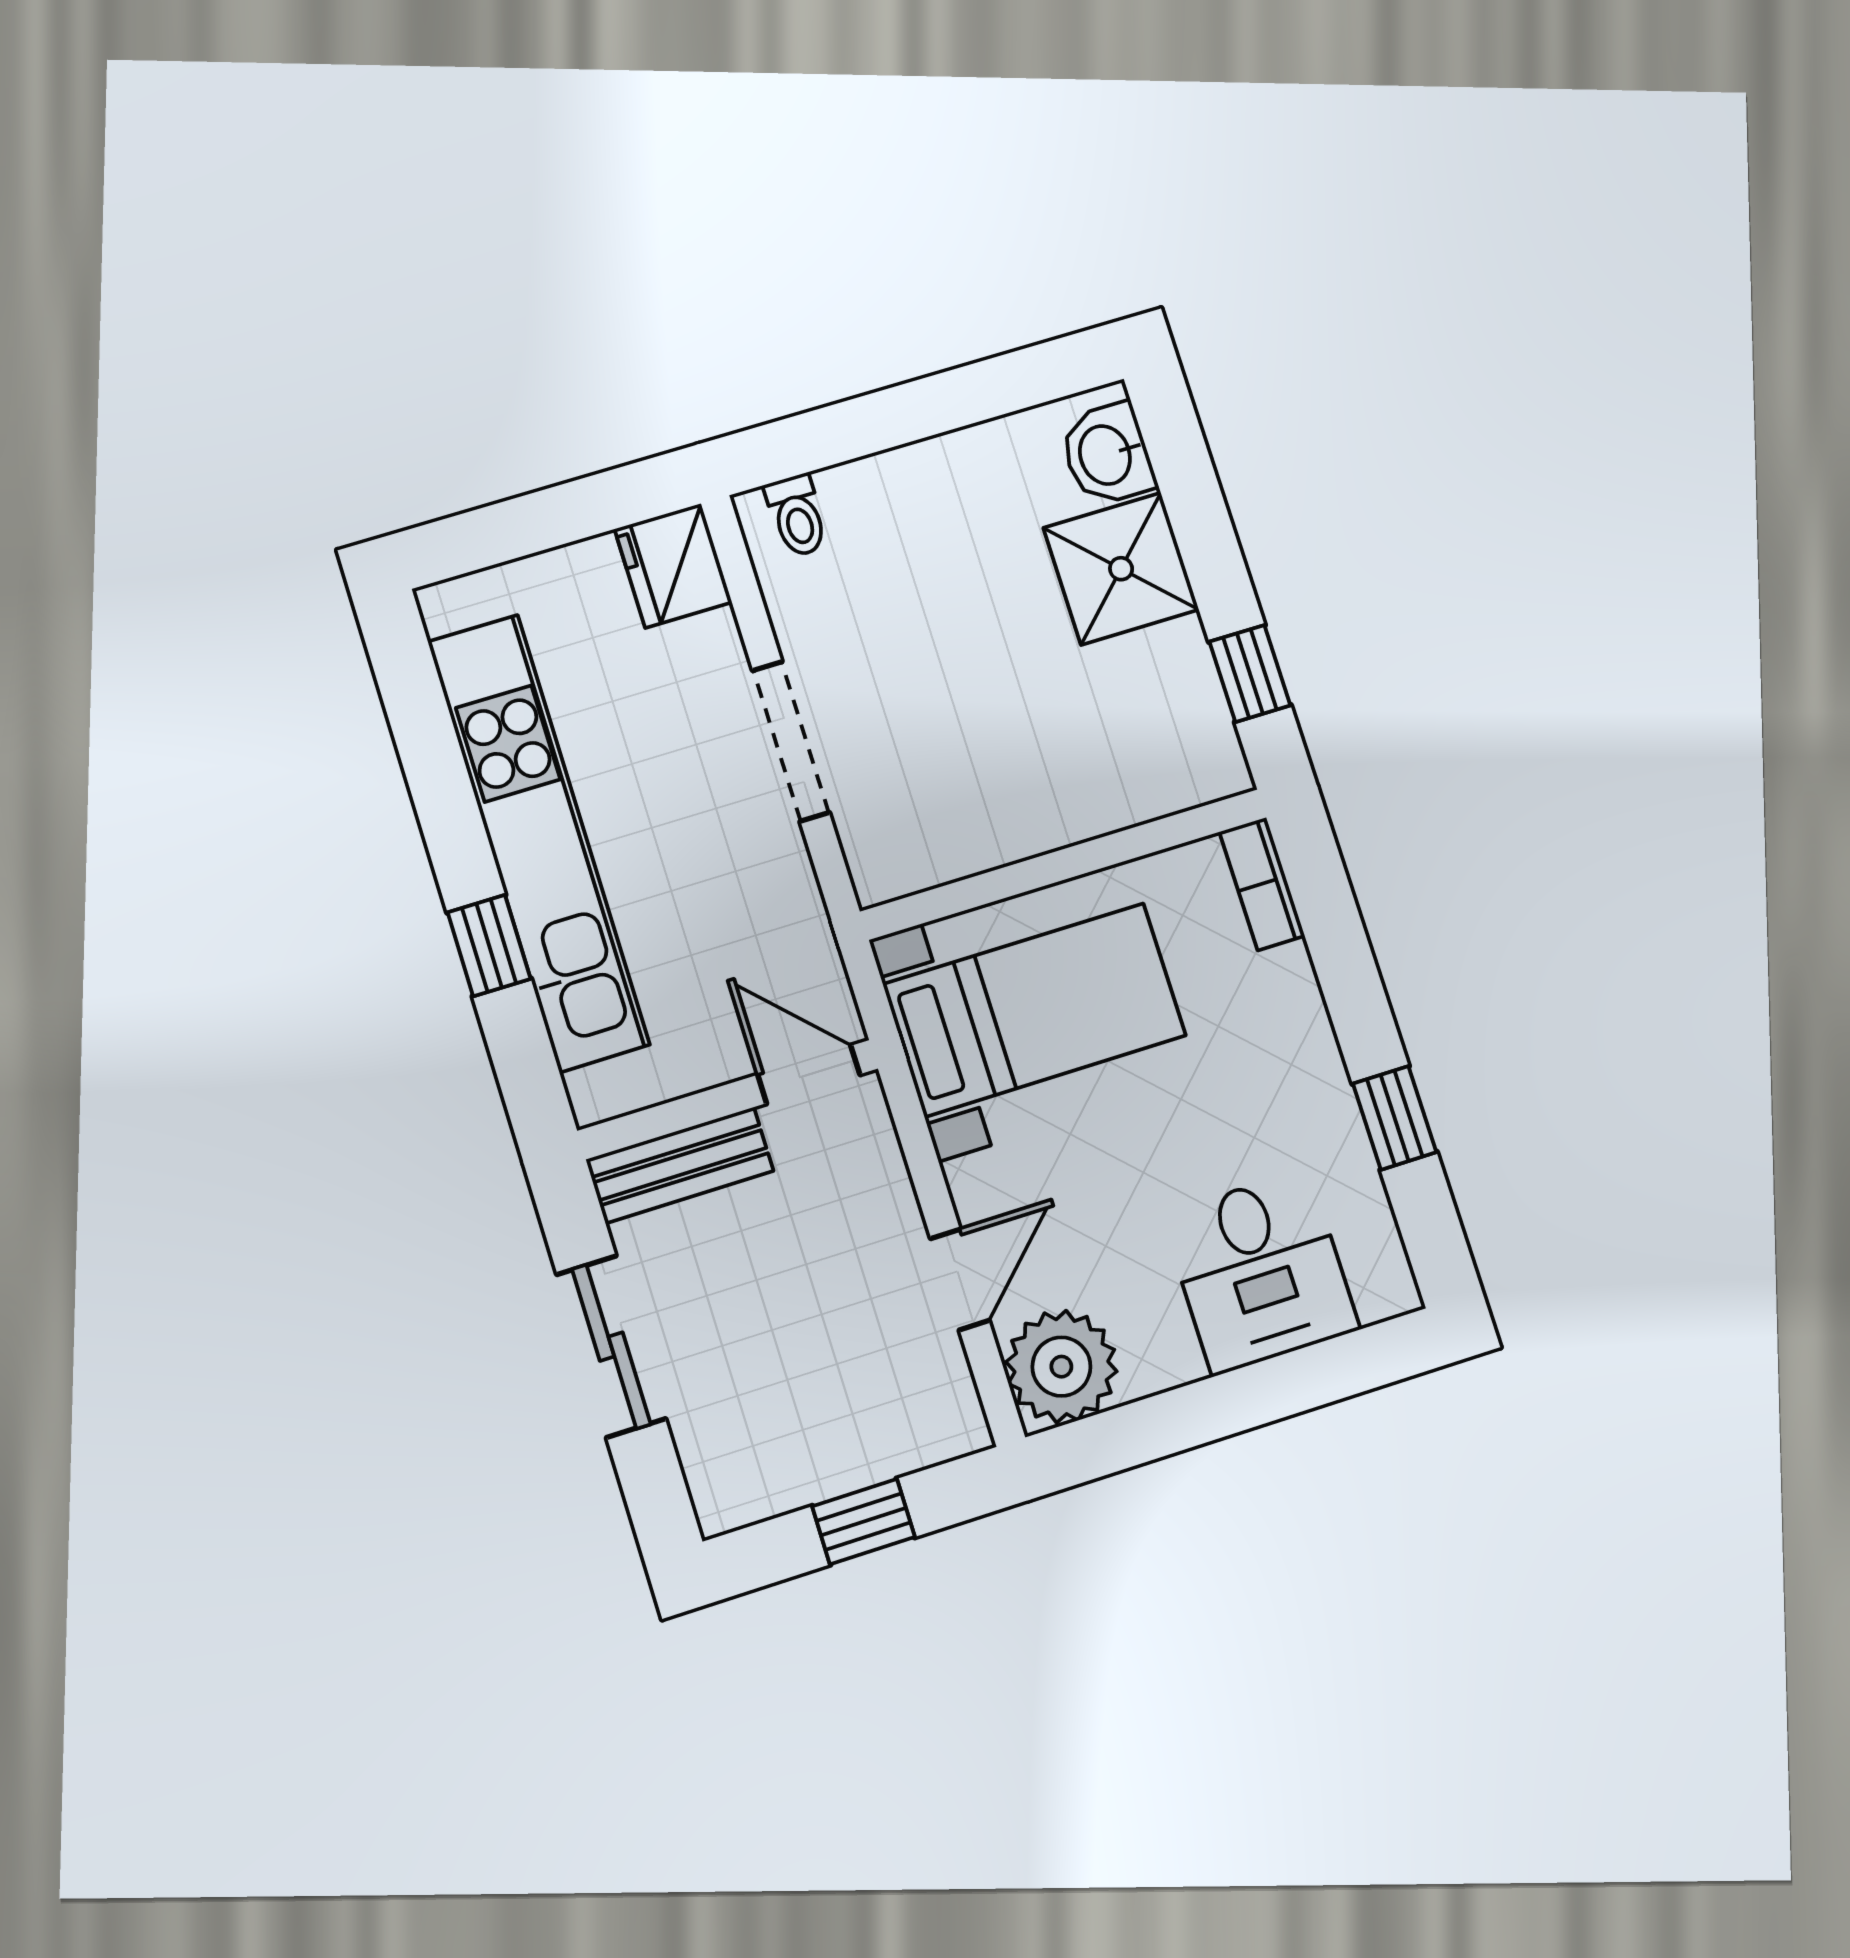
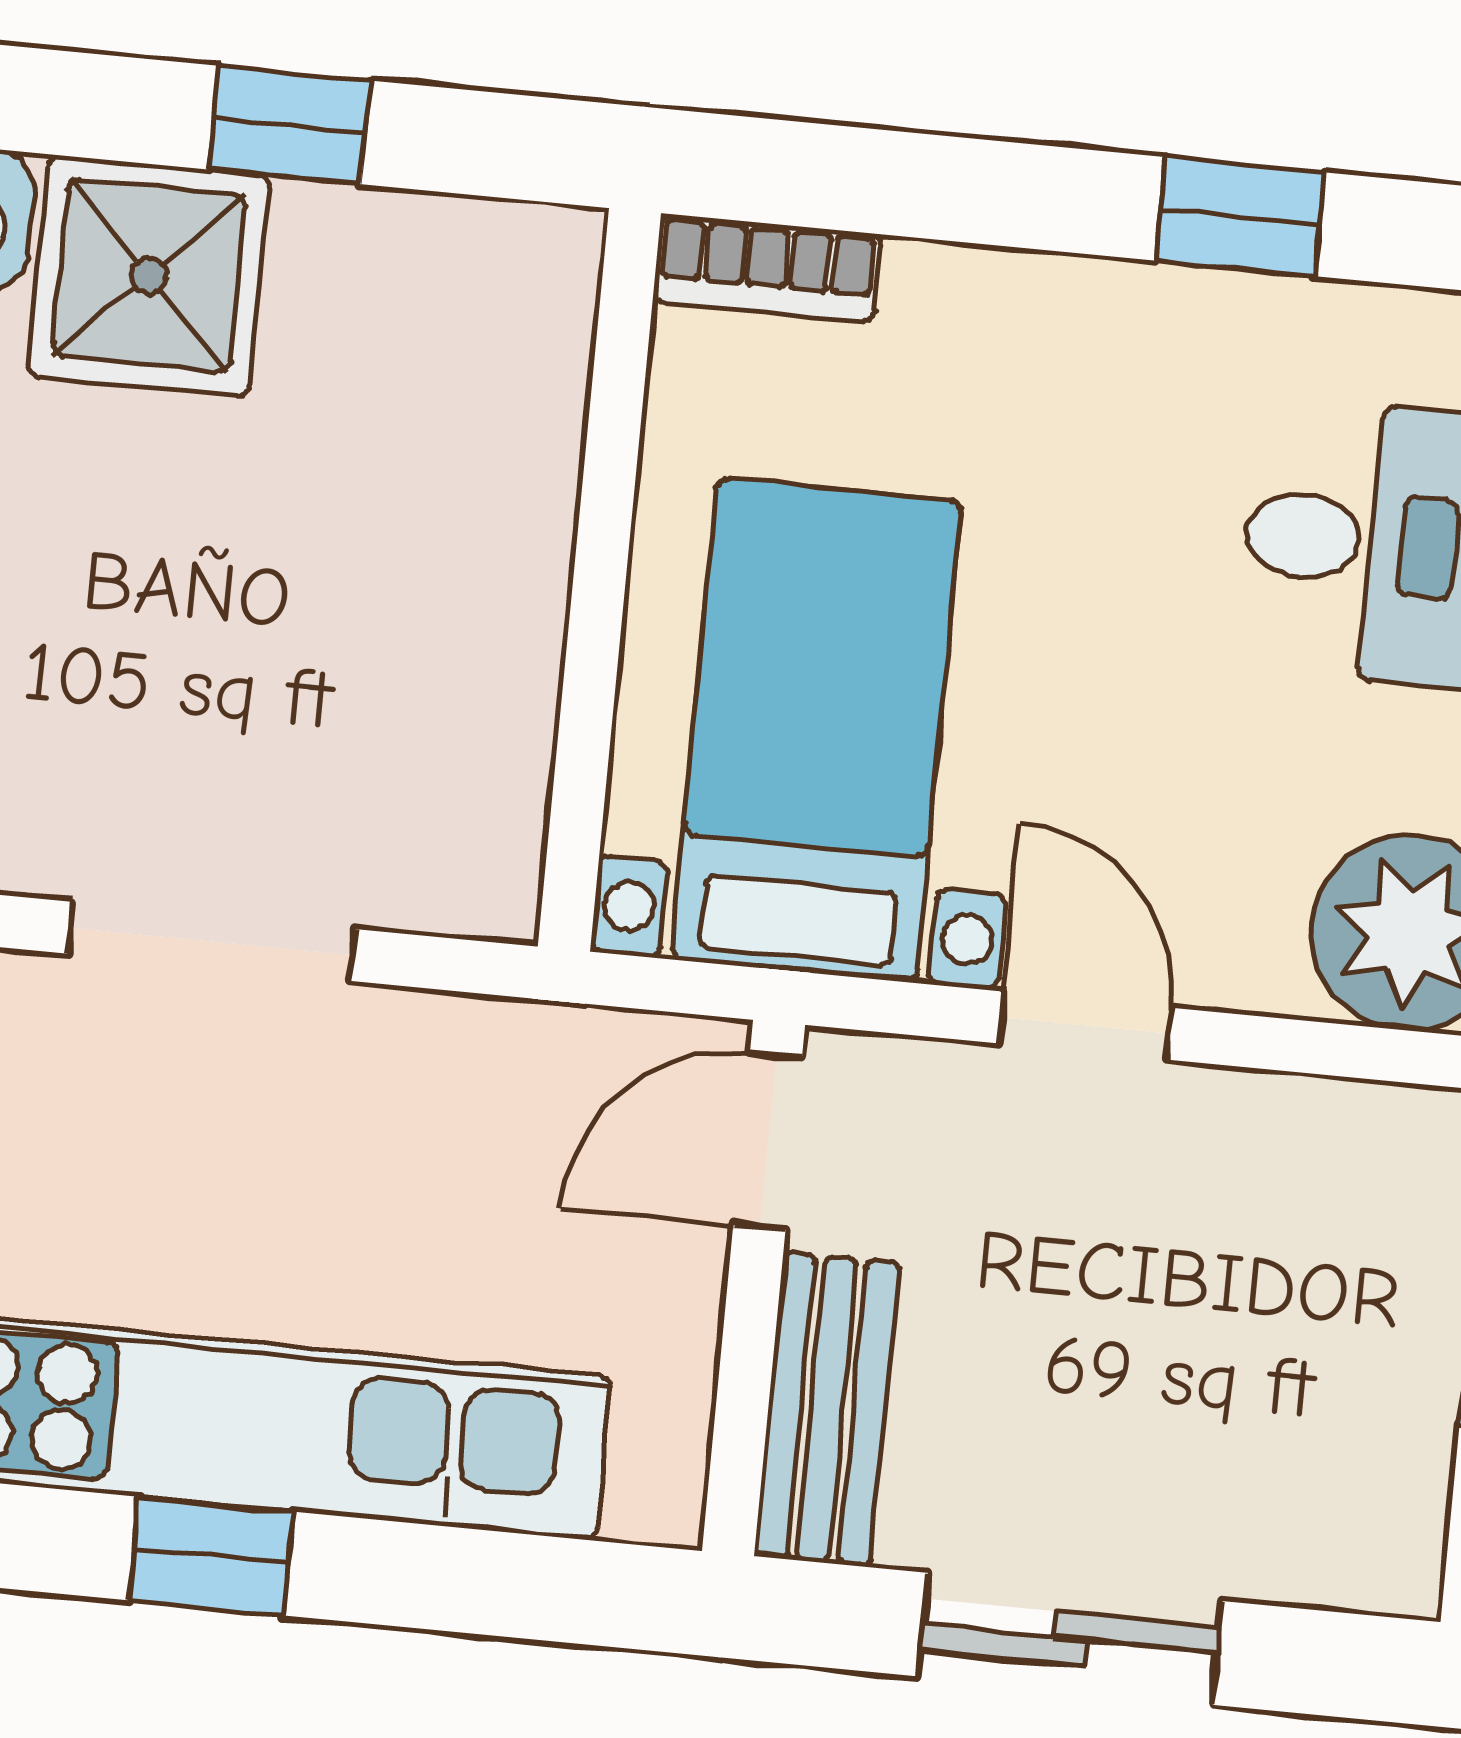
window: (1250, 673) -> (290, 125), moved
window: (489, 946) -> (211, 1556), moved
door: (960, 1279) -> (1085, 1026), moved

